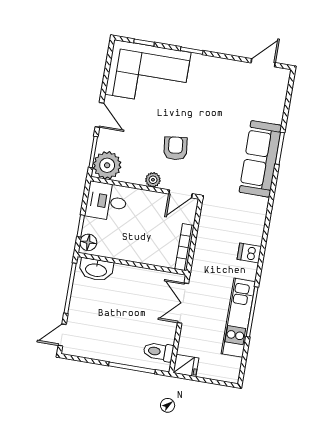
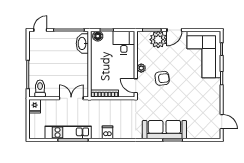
plant: (107, 165) -> (158, 40), moved
door: (62, 335) -> (40, 30), hinge flipped

